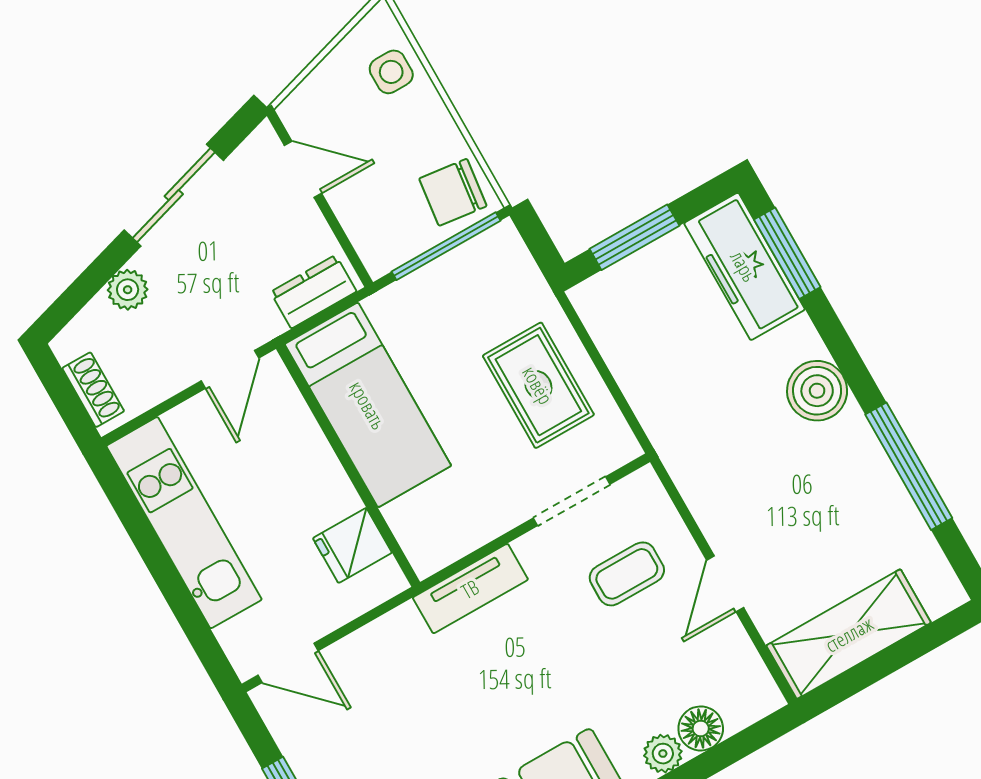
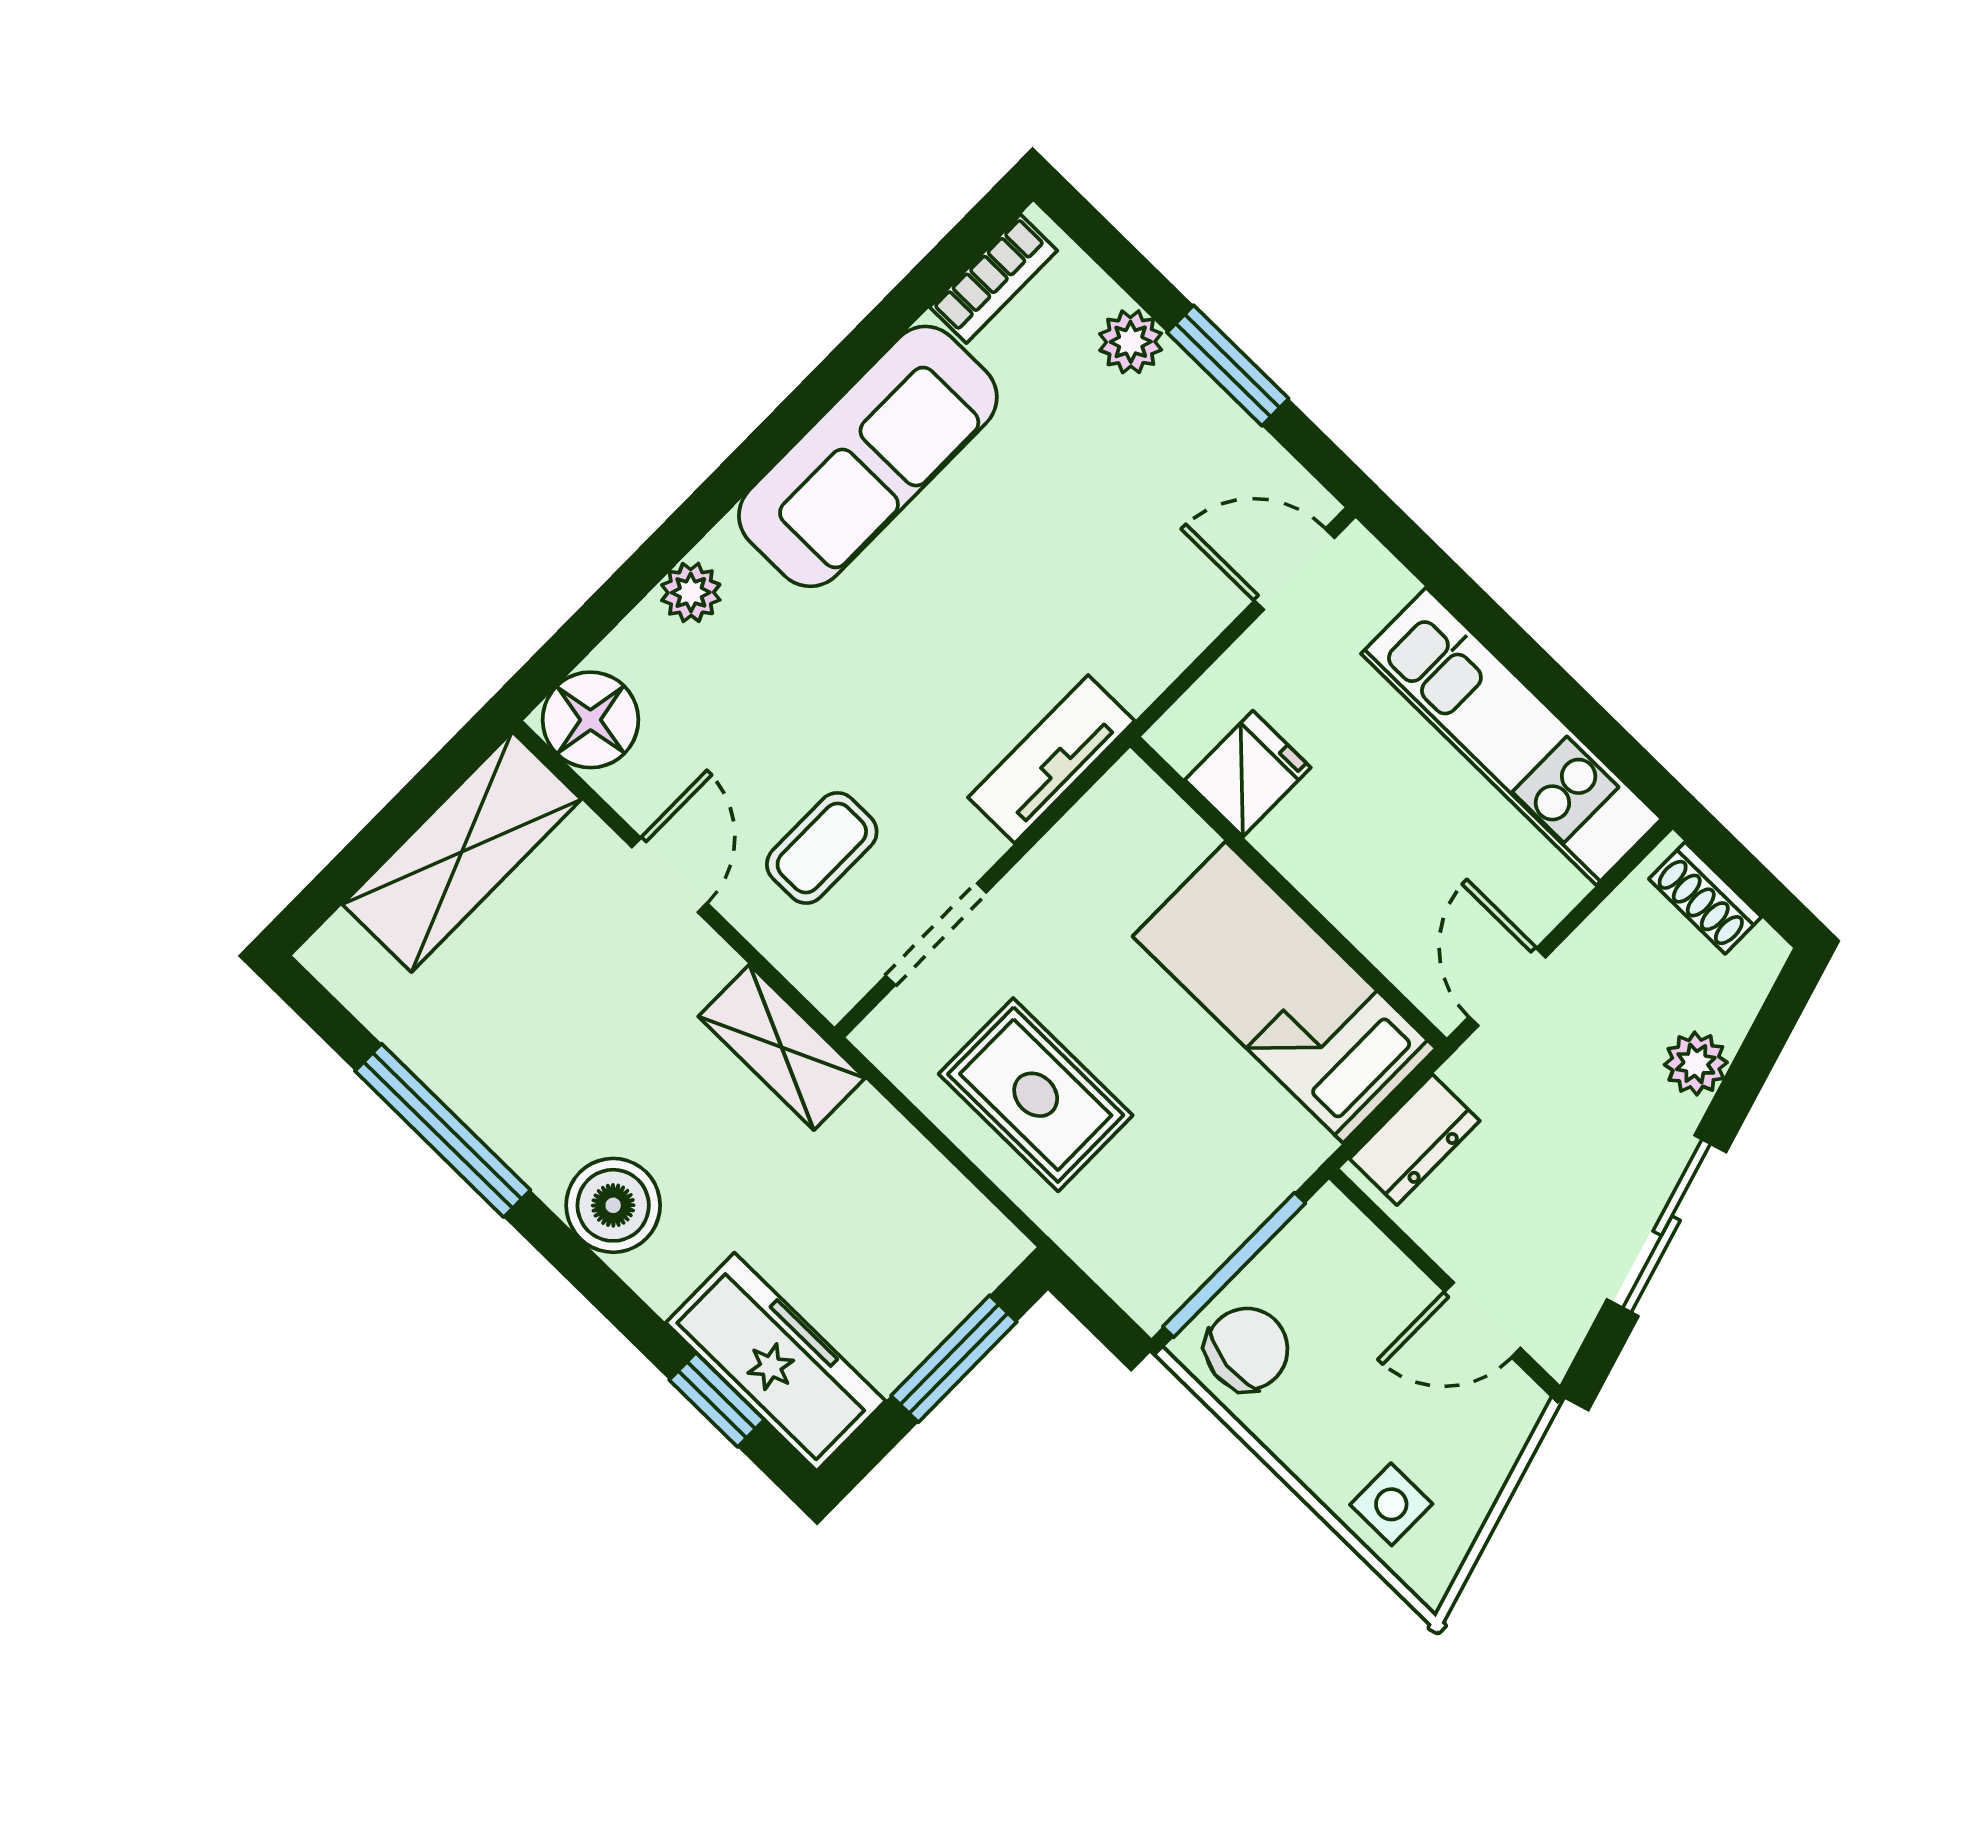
window: (787, 253) -> (717, 1400), width x0.67
shelving: (686, 458) -> (782, 1047), added
floor lamp: (701, 728) -> (591, 720), moved, width x1.38, depth x1.38

